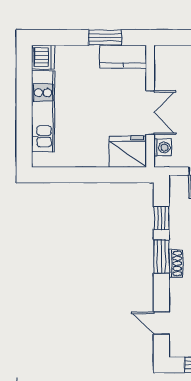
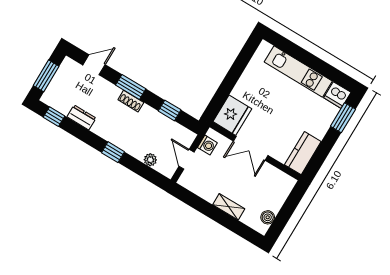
window: (105, 38) -> (343, 118), moved
washing machine: (163, 147) -> (207, 145), moved, turned -90
window: (161, 257) -> (131, 87), moved

